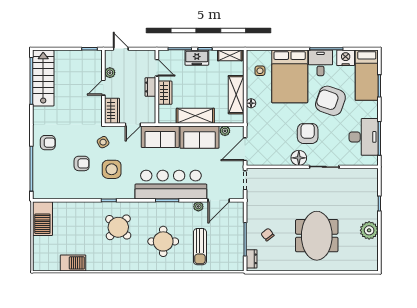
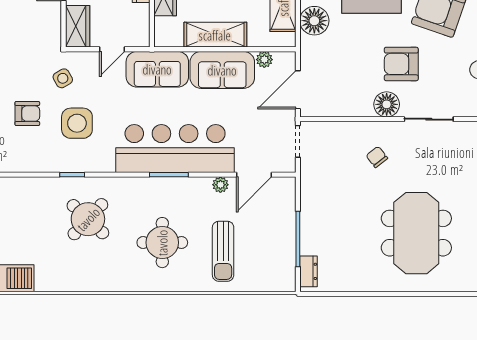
floor lamp: (251, 103) -> (314, 21), width x1.89, depth x1.89
armchair: (308, 133) -> (401, 64), turned -90
chair: (268, 235) -> (377, 157), moved

